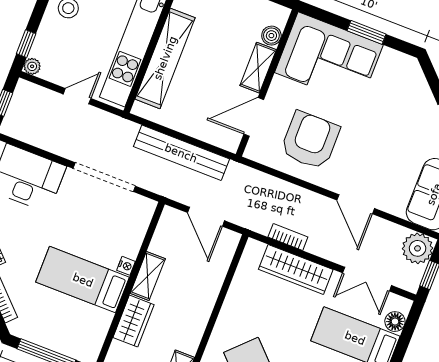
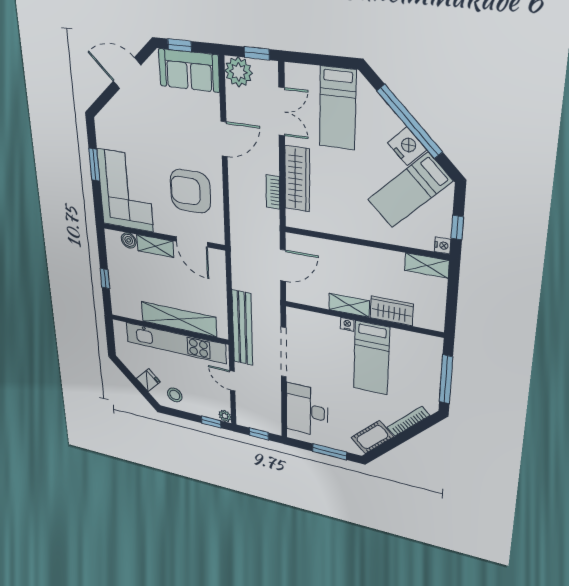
bench: (181, 153) -> (242, 328), moved
floor lamp: (395, 322) -> (309, 74), removed

